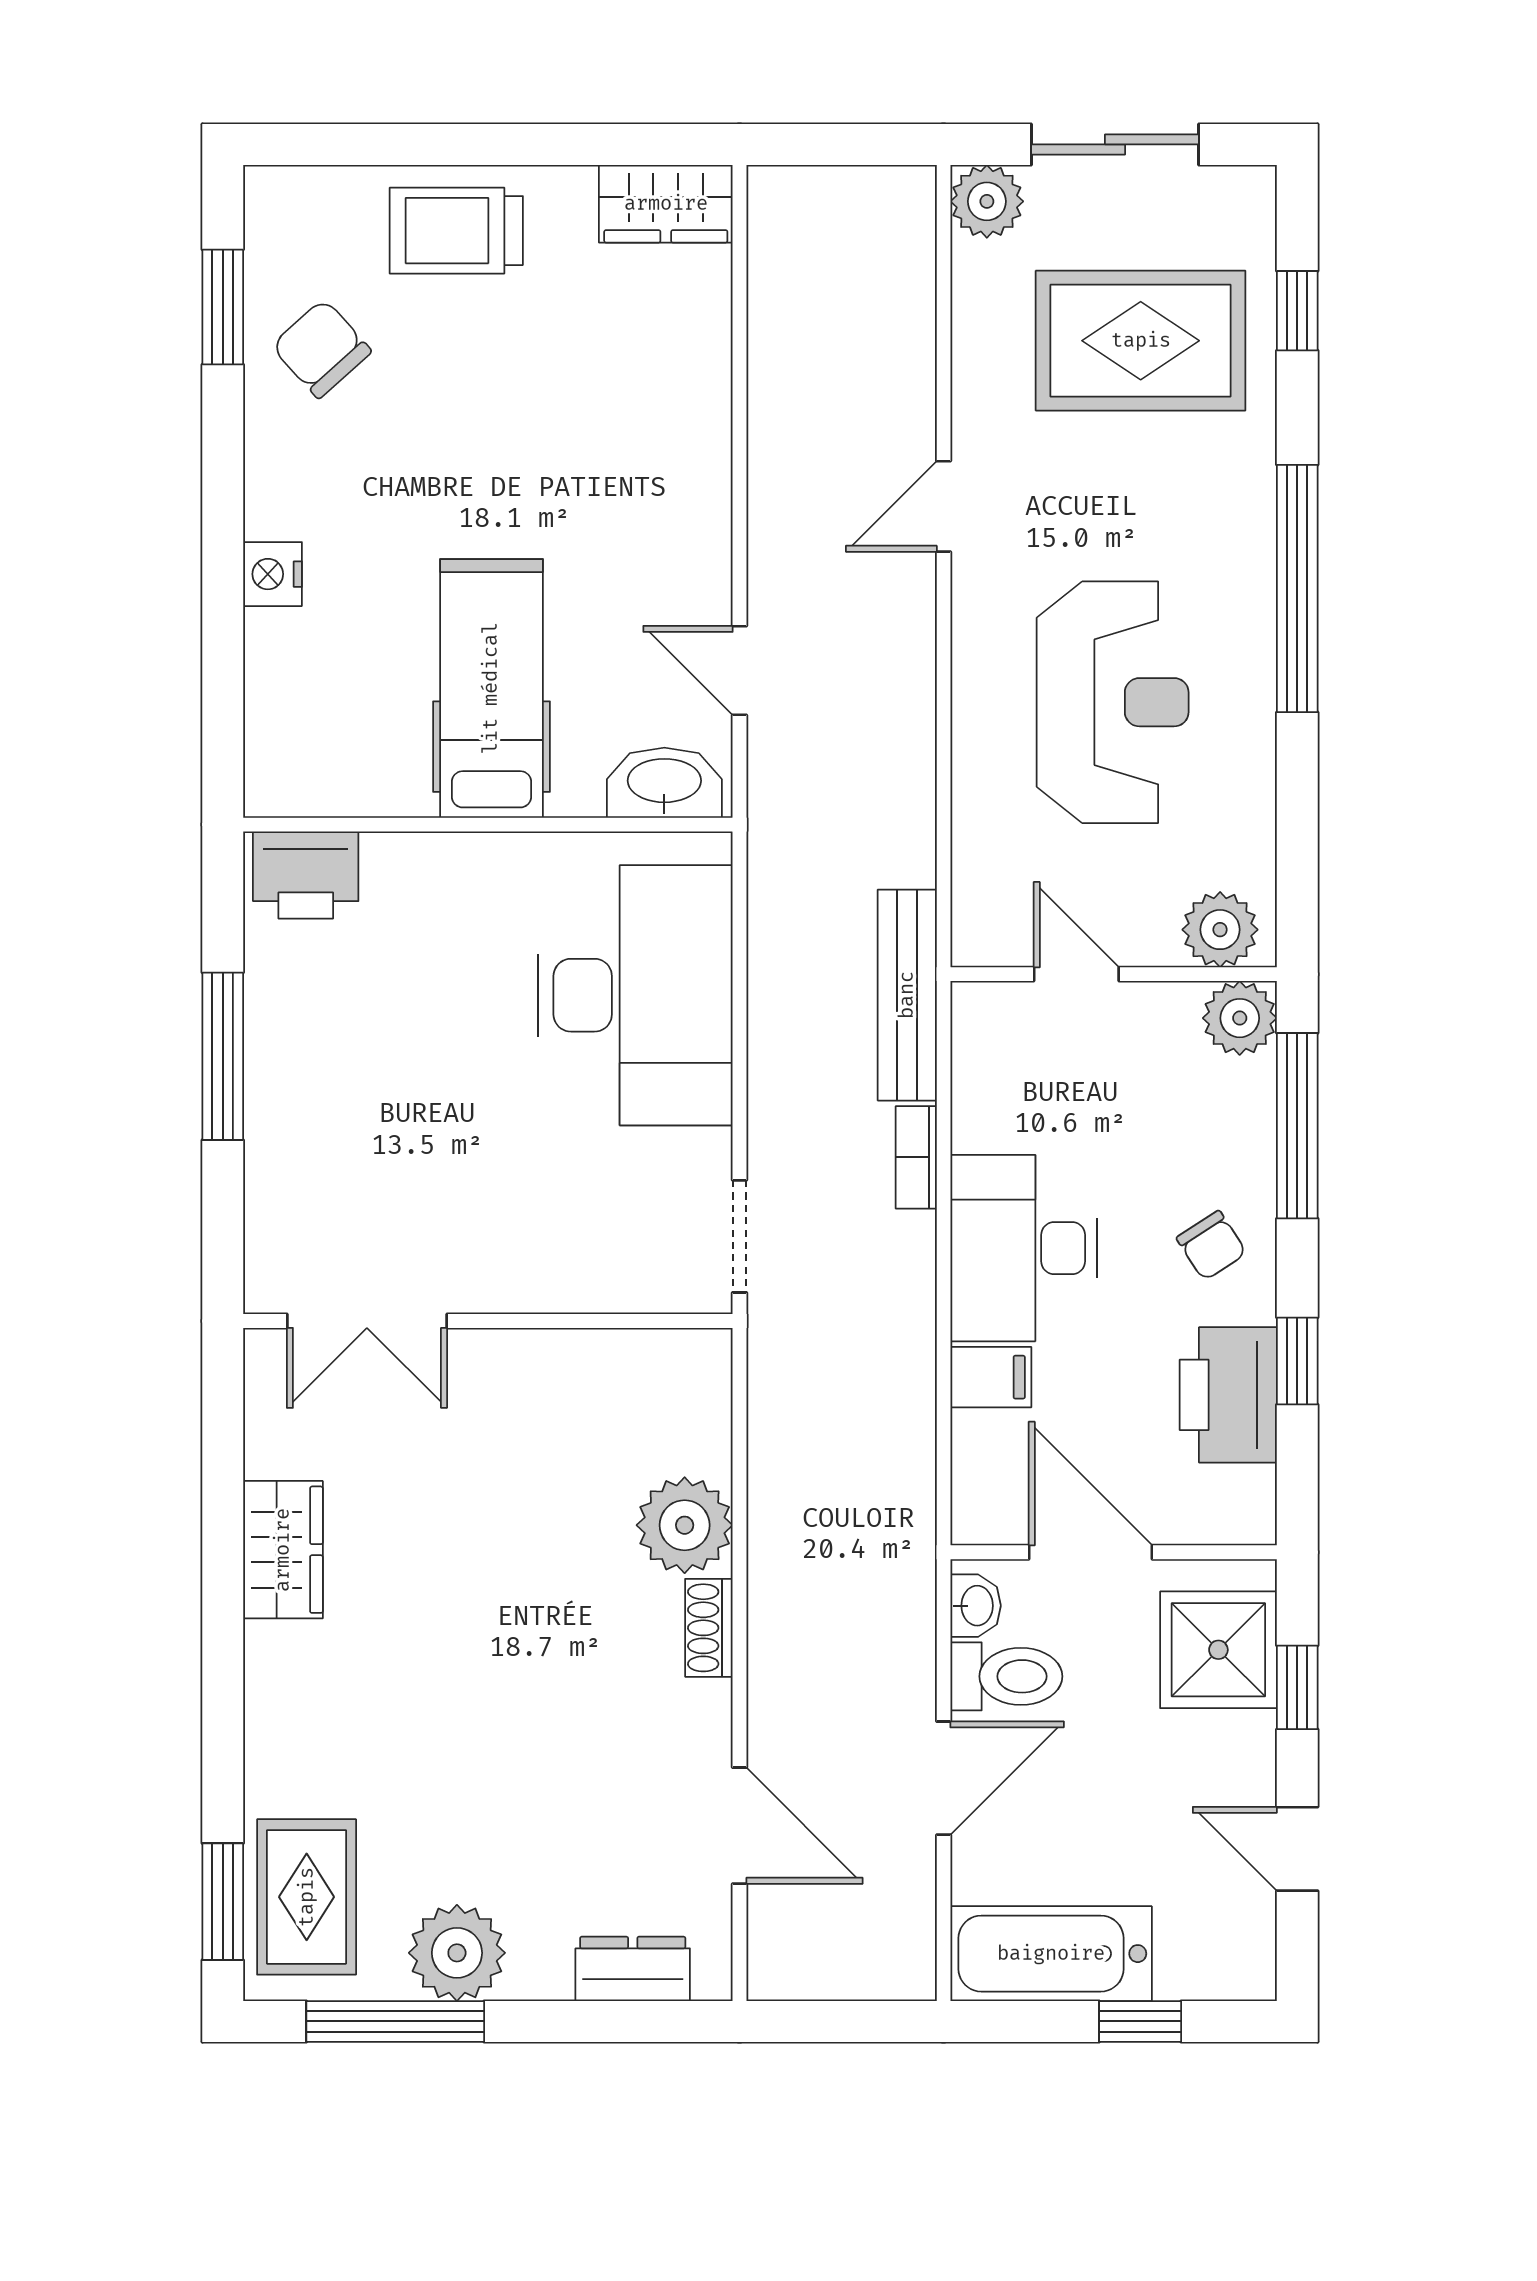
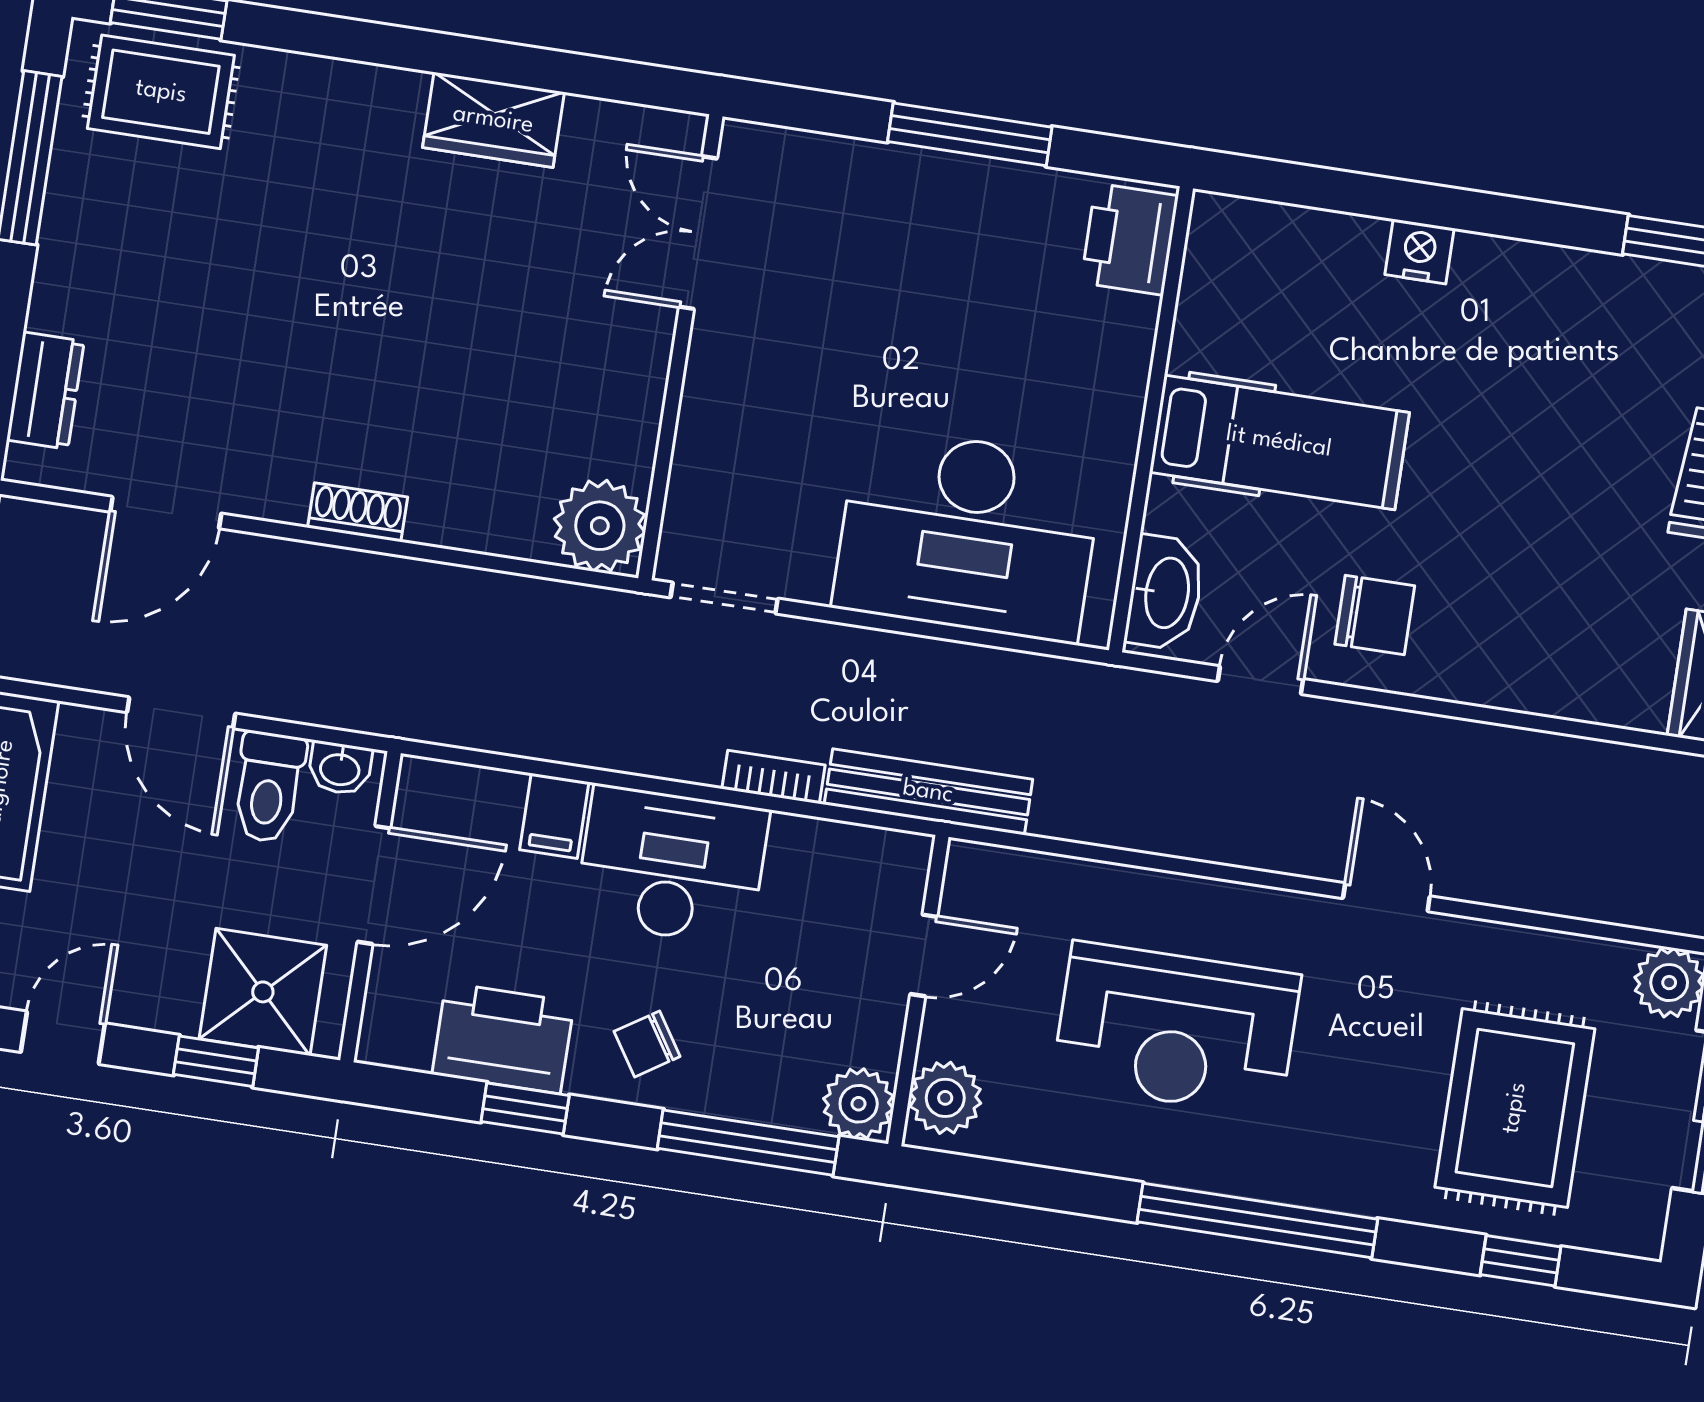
chair: (321, 349) -> (1375, 615), moved, turned 42
plant: (685, 1525) -> (600, 526), moved
plant: (457, 1953) -> (86, 226), removed

